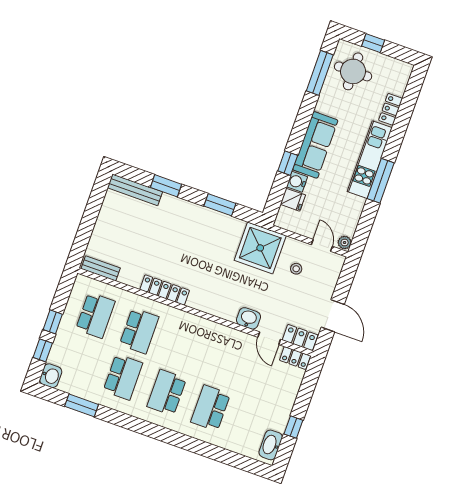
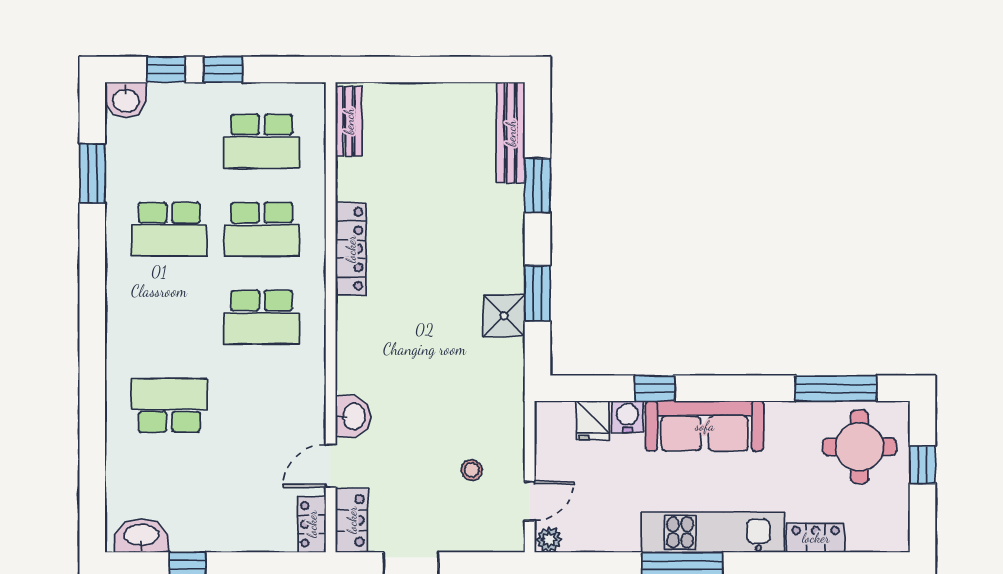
shower: (260, 248) -> (504, 316), moved, width x0.54, depth x0.54
school desk: (167, 392) -> (262, 317), moved, turned 180

